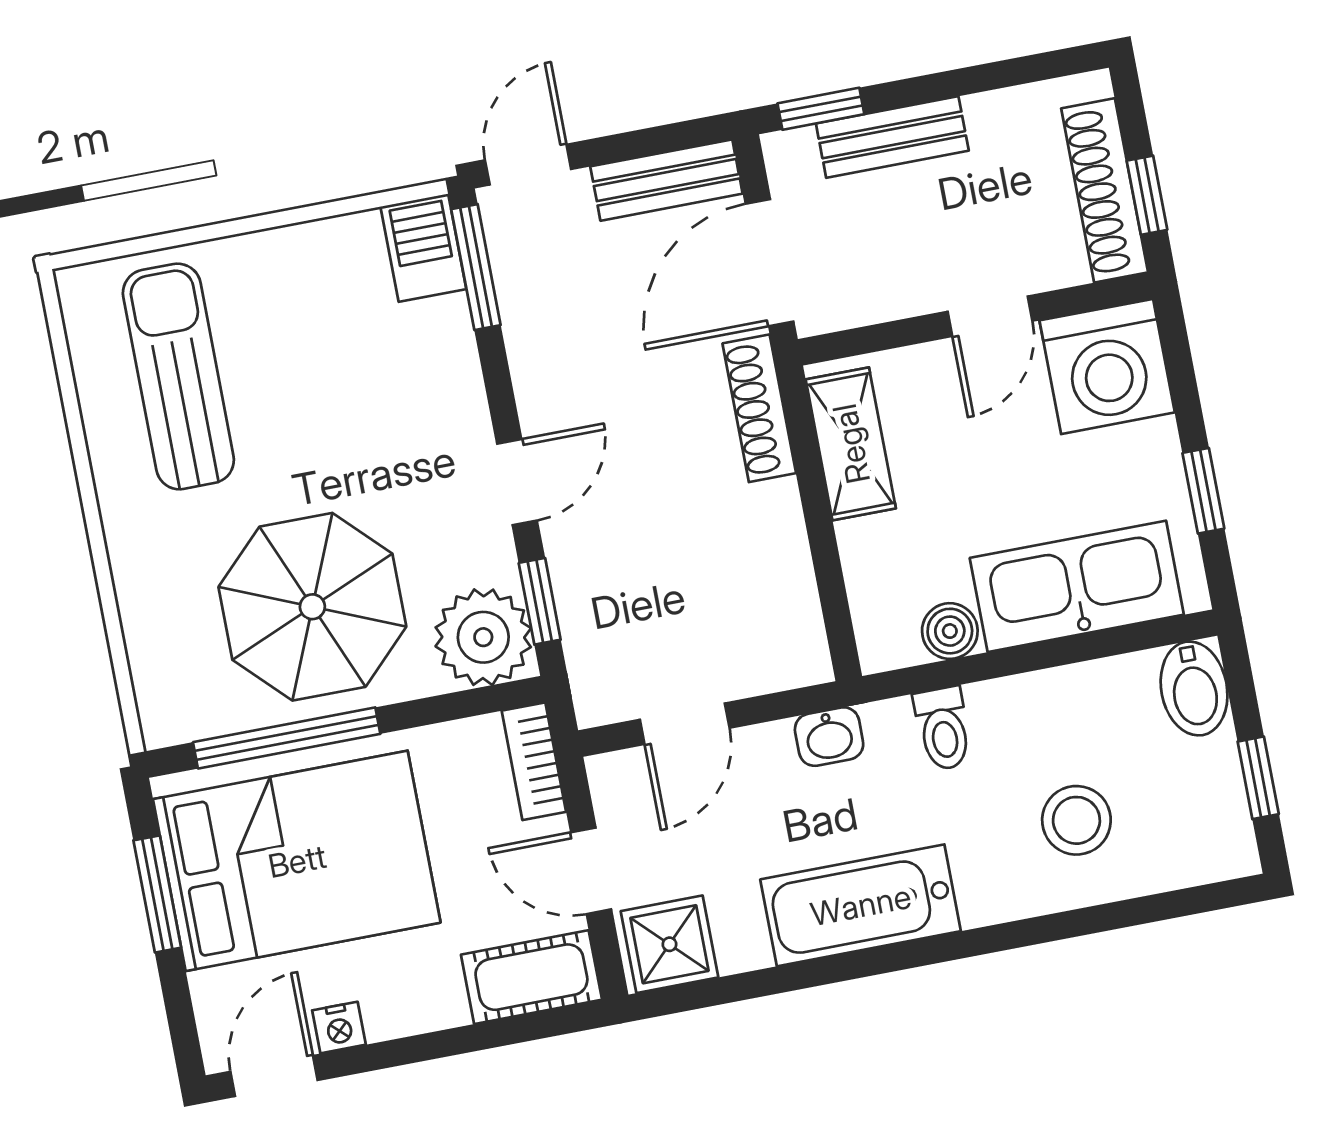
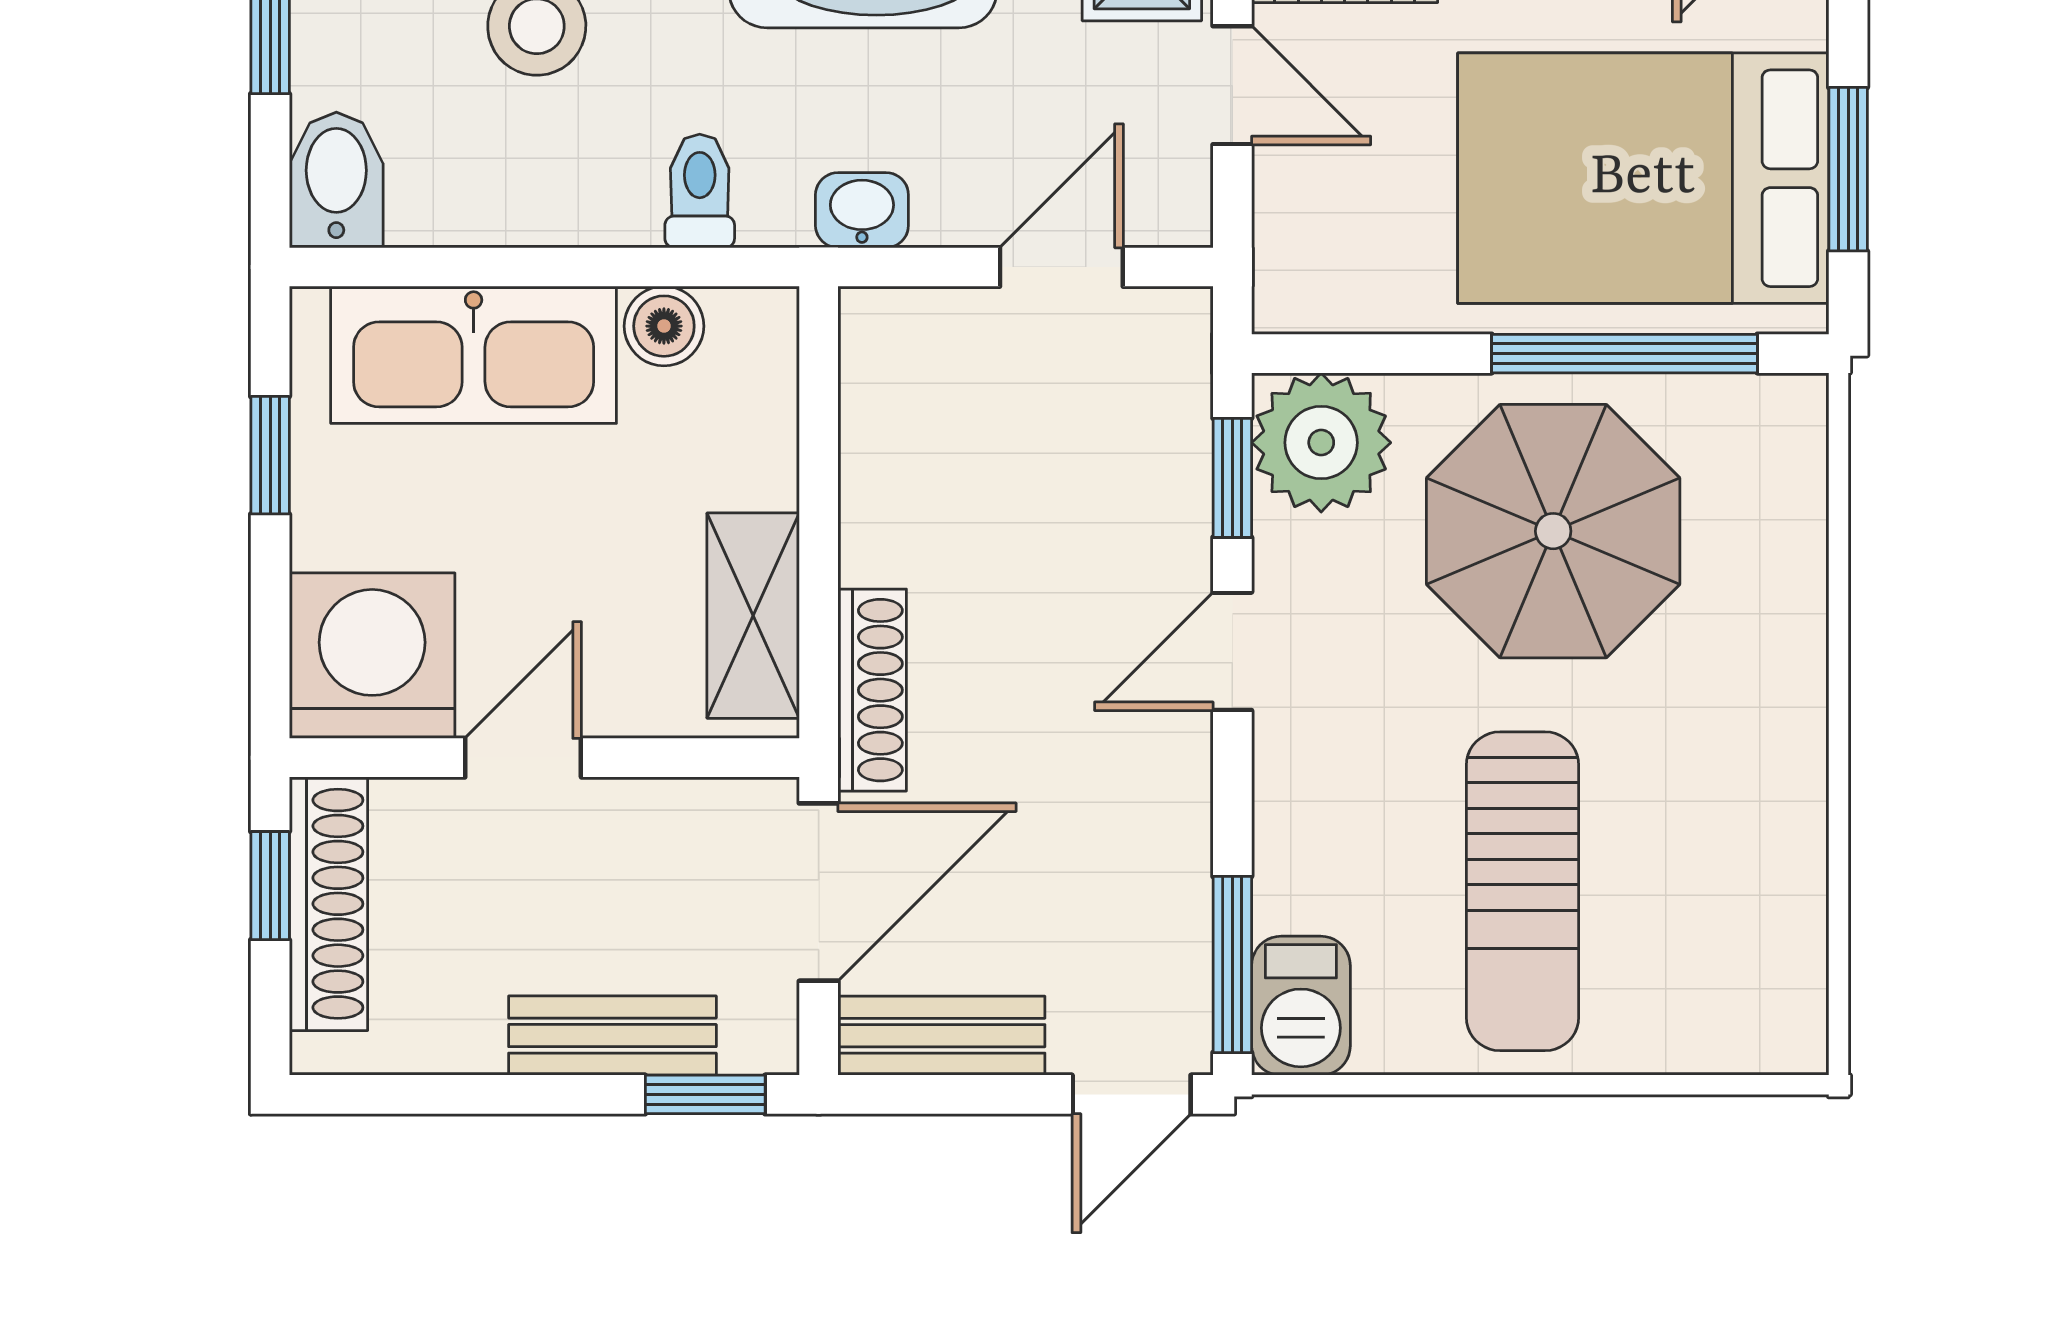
sun lounger: (178, 376) -> (1522, 891), moved
bookcase: (534, 761) -> (1283, 255), removed

